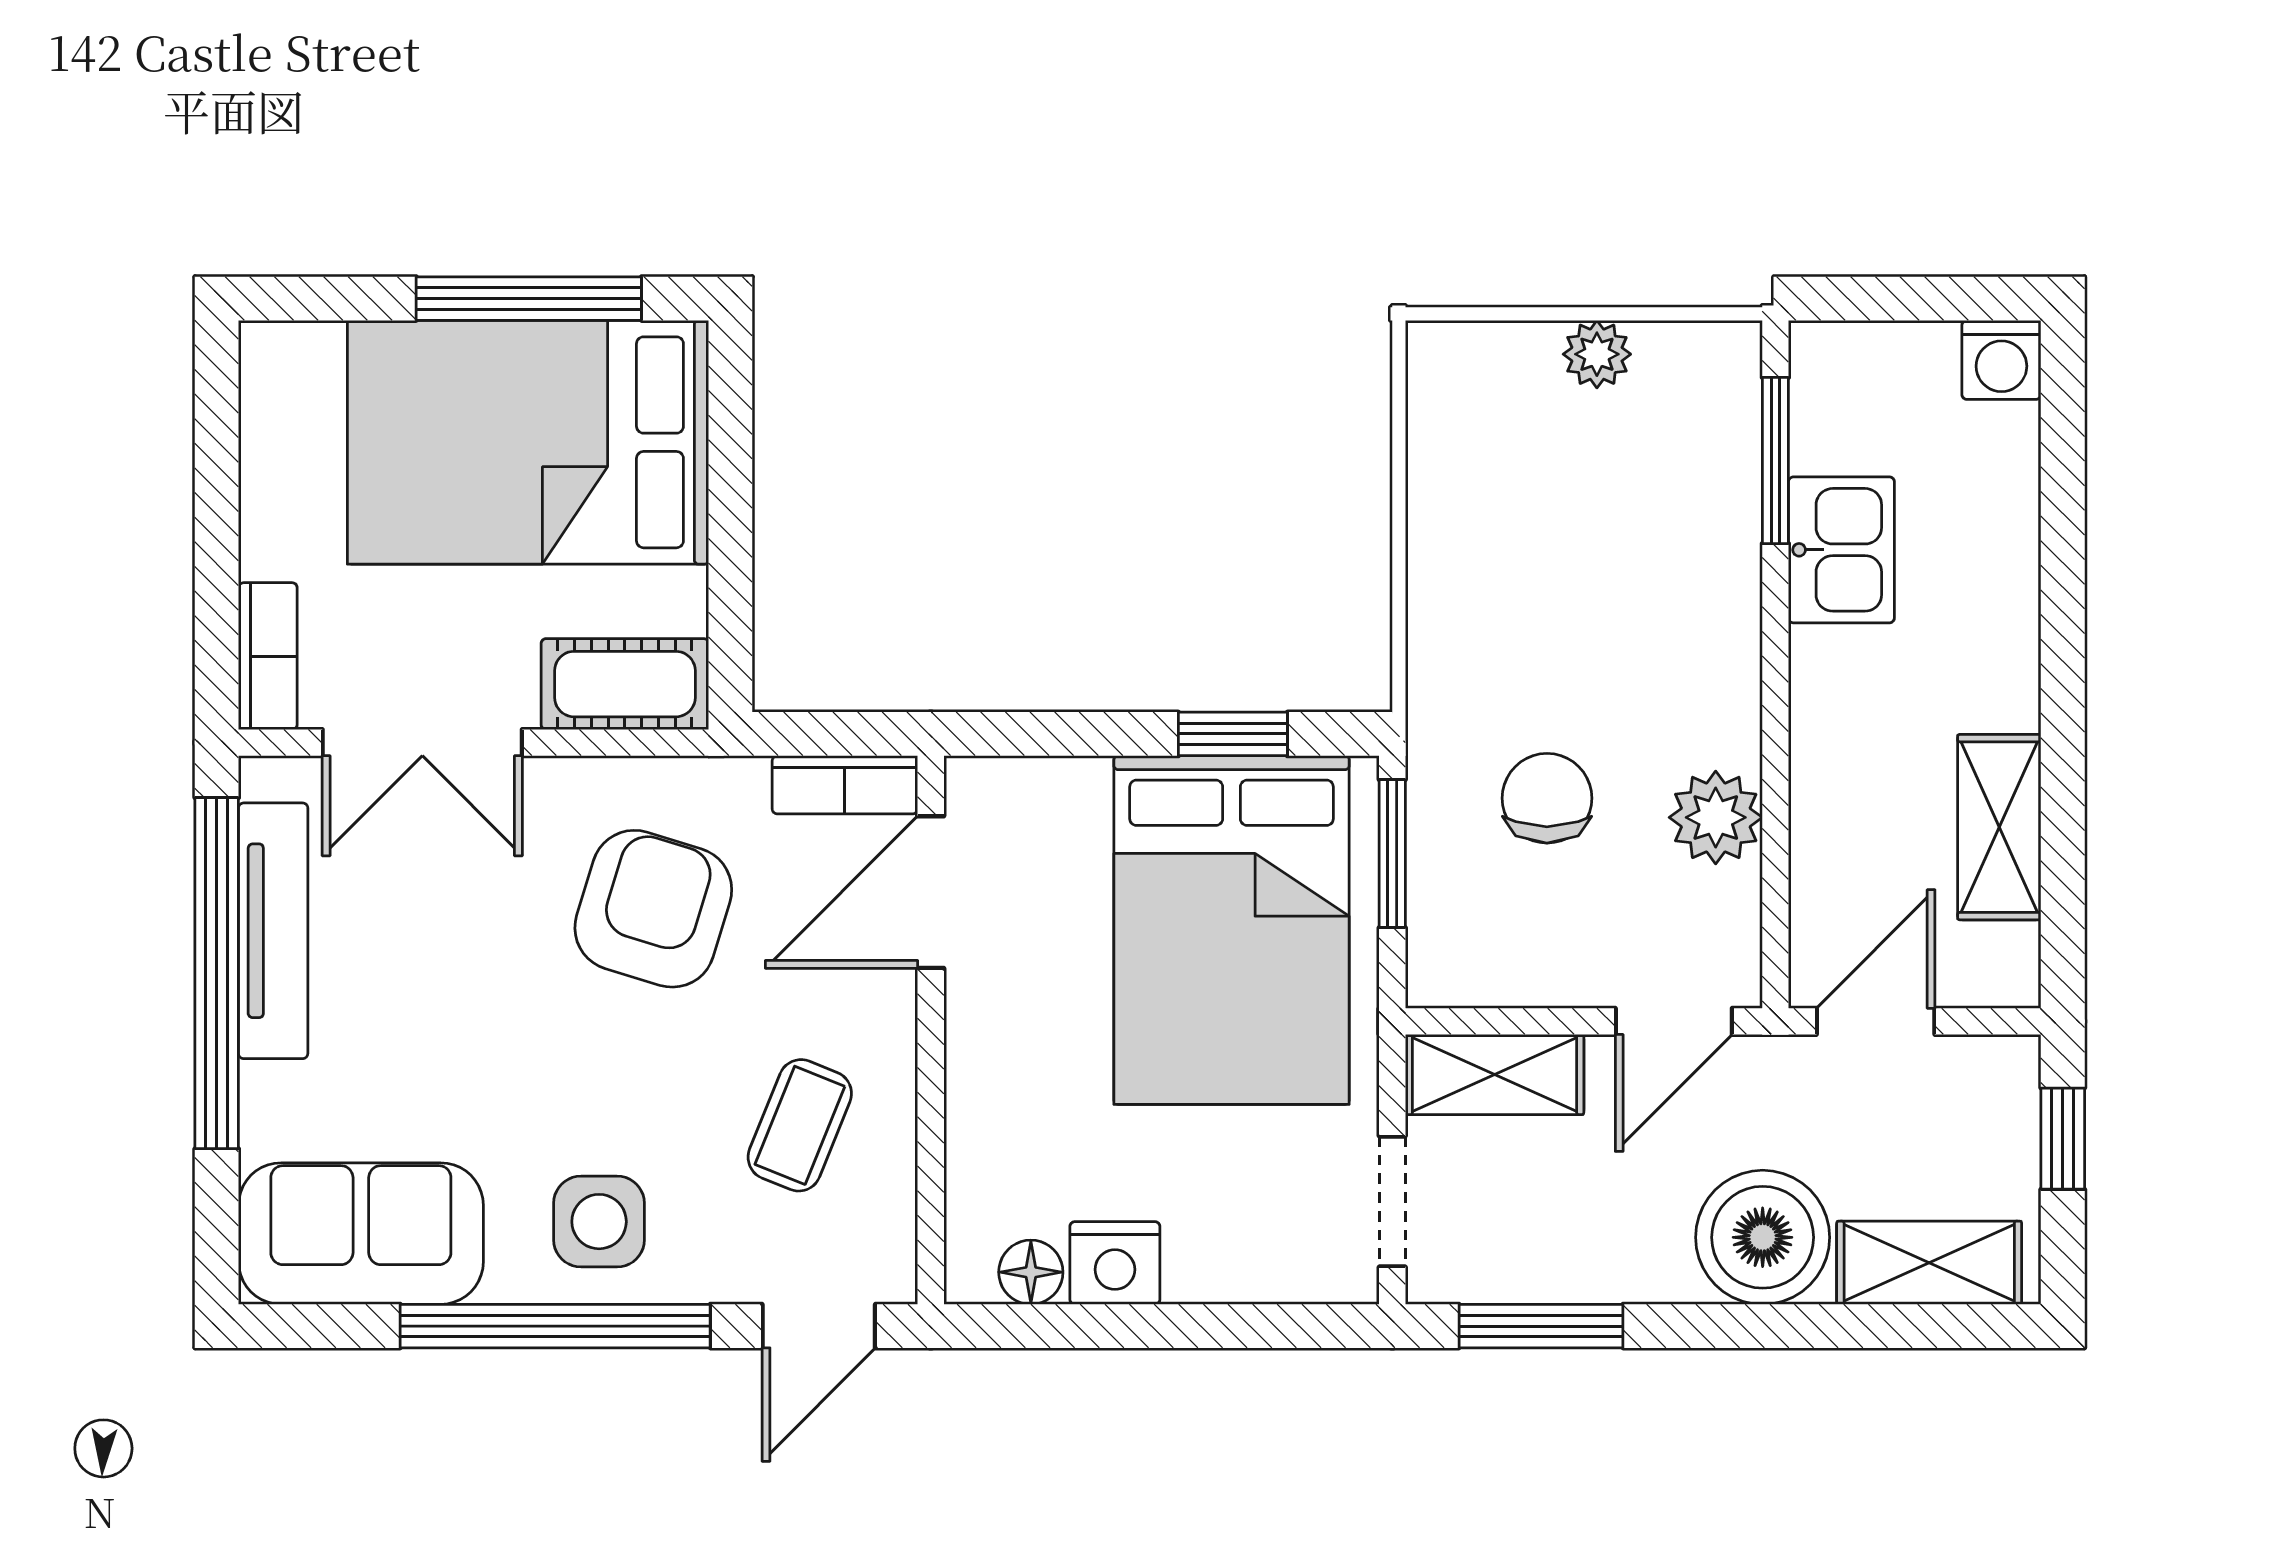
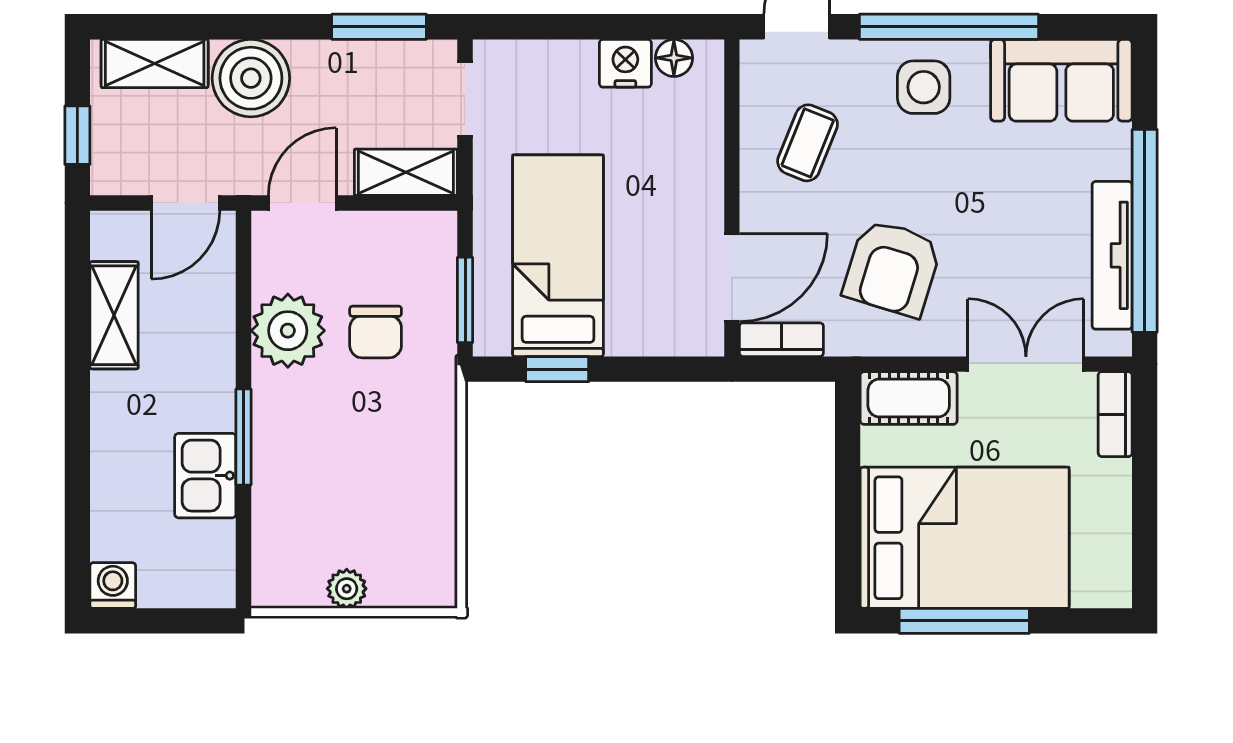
window: (1775, 461) -> (243, 437), moved
plant: (1716, 817) -> (288, 331), width x1.36, depth x1.36
bed: (1232, 930) -> (558, 256), width x0.67

